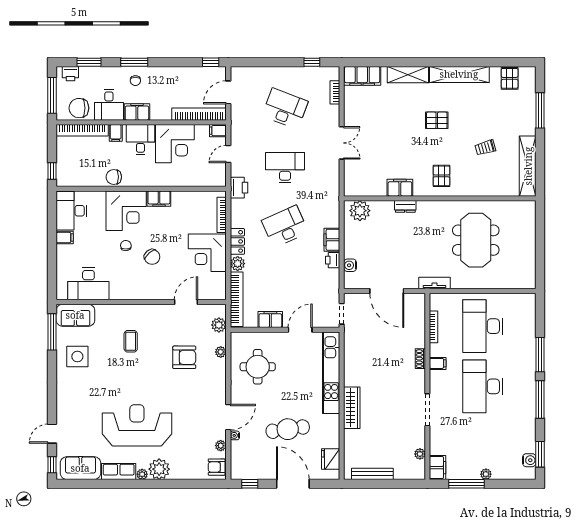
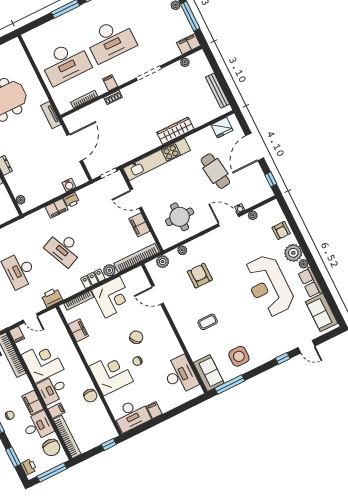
filing cabinet: (159, 199) -> (78, 330), moved
plant: (360, 211) -> (21, 200), width x0.53, depth x0.53
window: (52, 465) -> (283, 358), moved
armchair: (217, 467) -> (281, 230), moved

